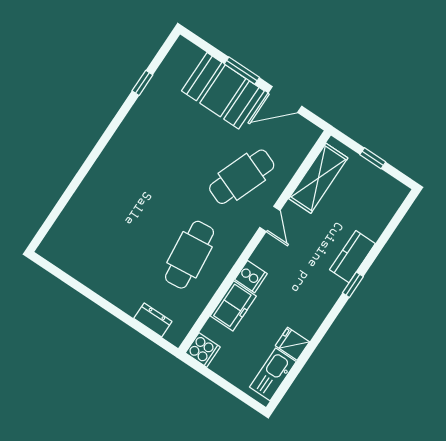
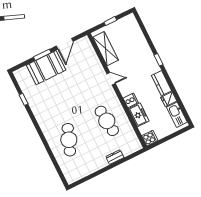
cafe table: (242, 177) -> (69, 140), moved
kitchen counter: (352, 257) -> (162, 83), moved
dresser: (153, 320) -> (115, 157), moved

